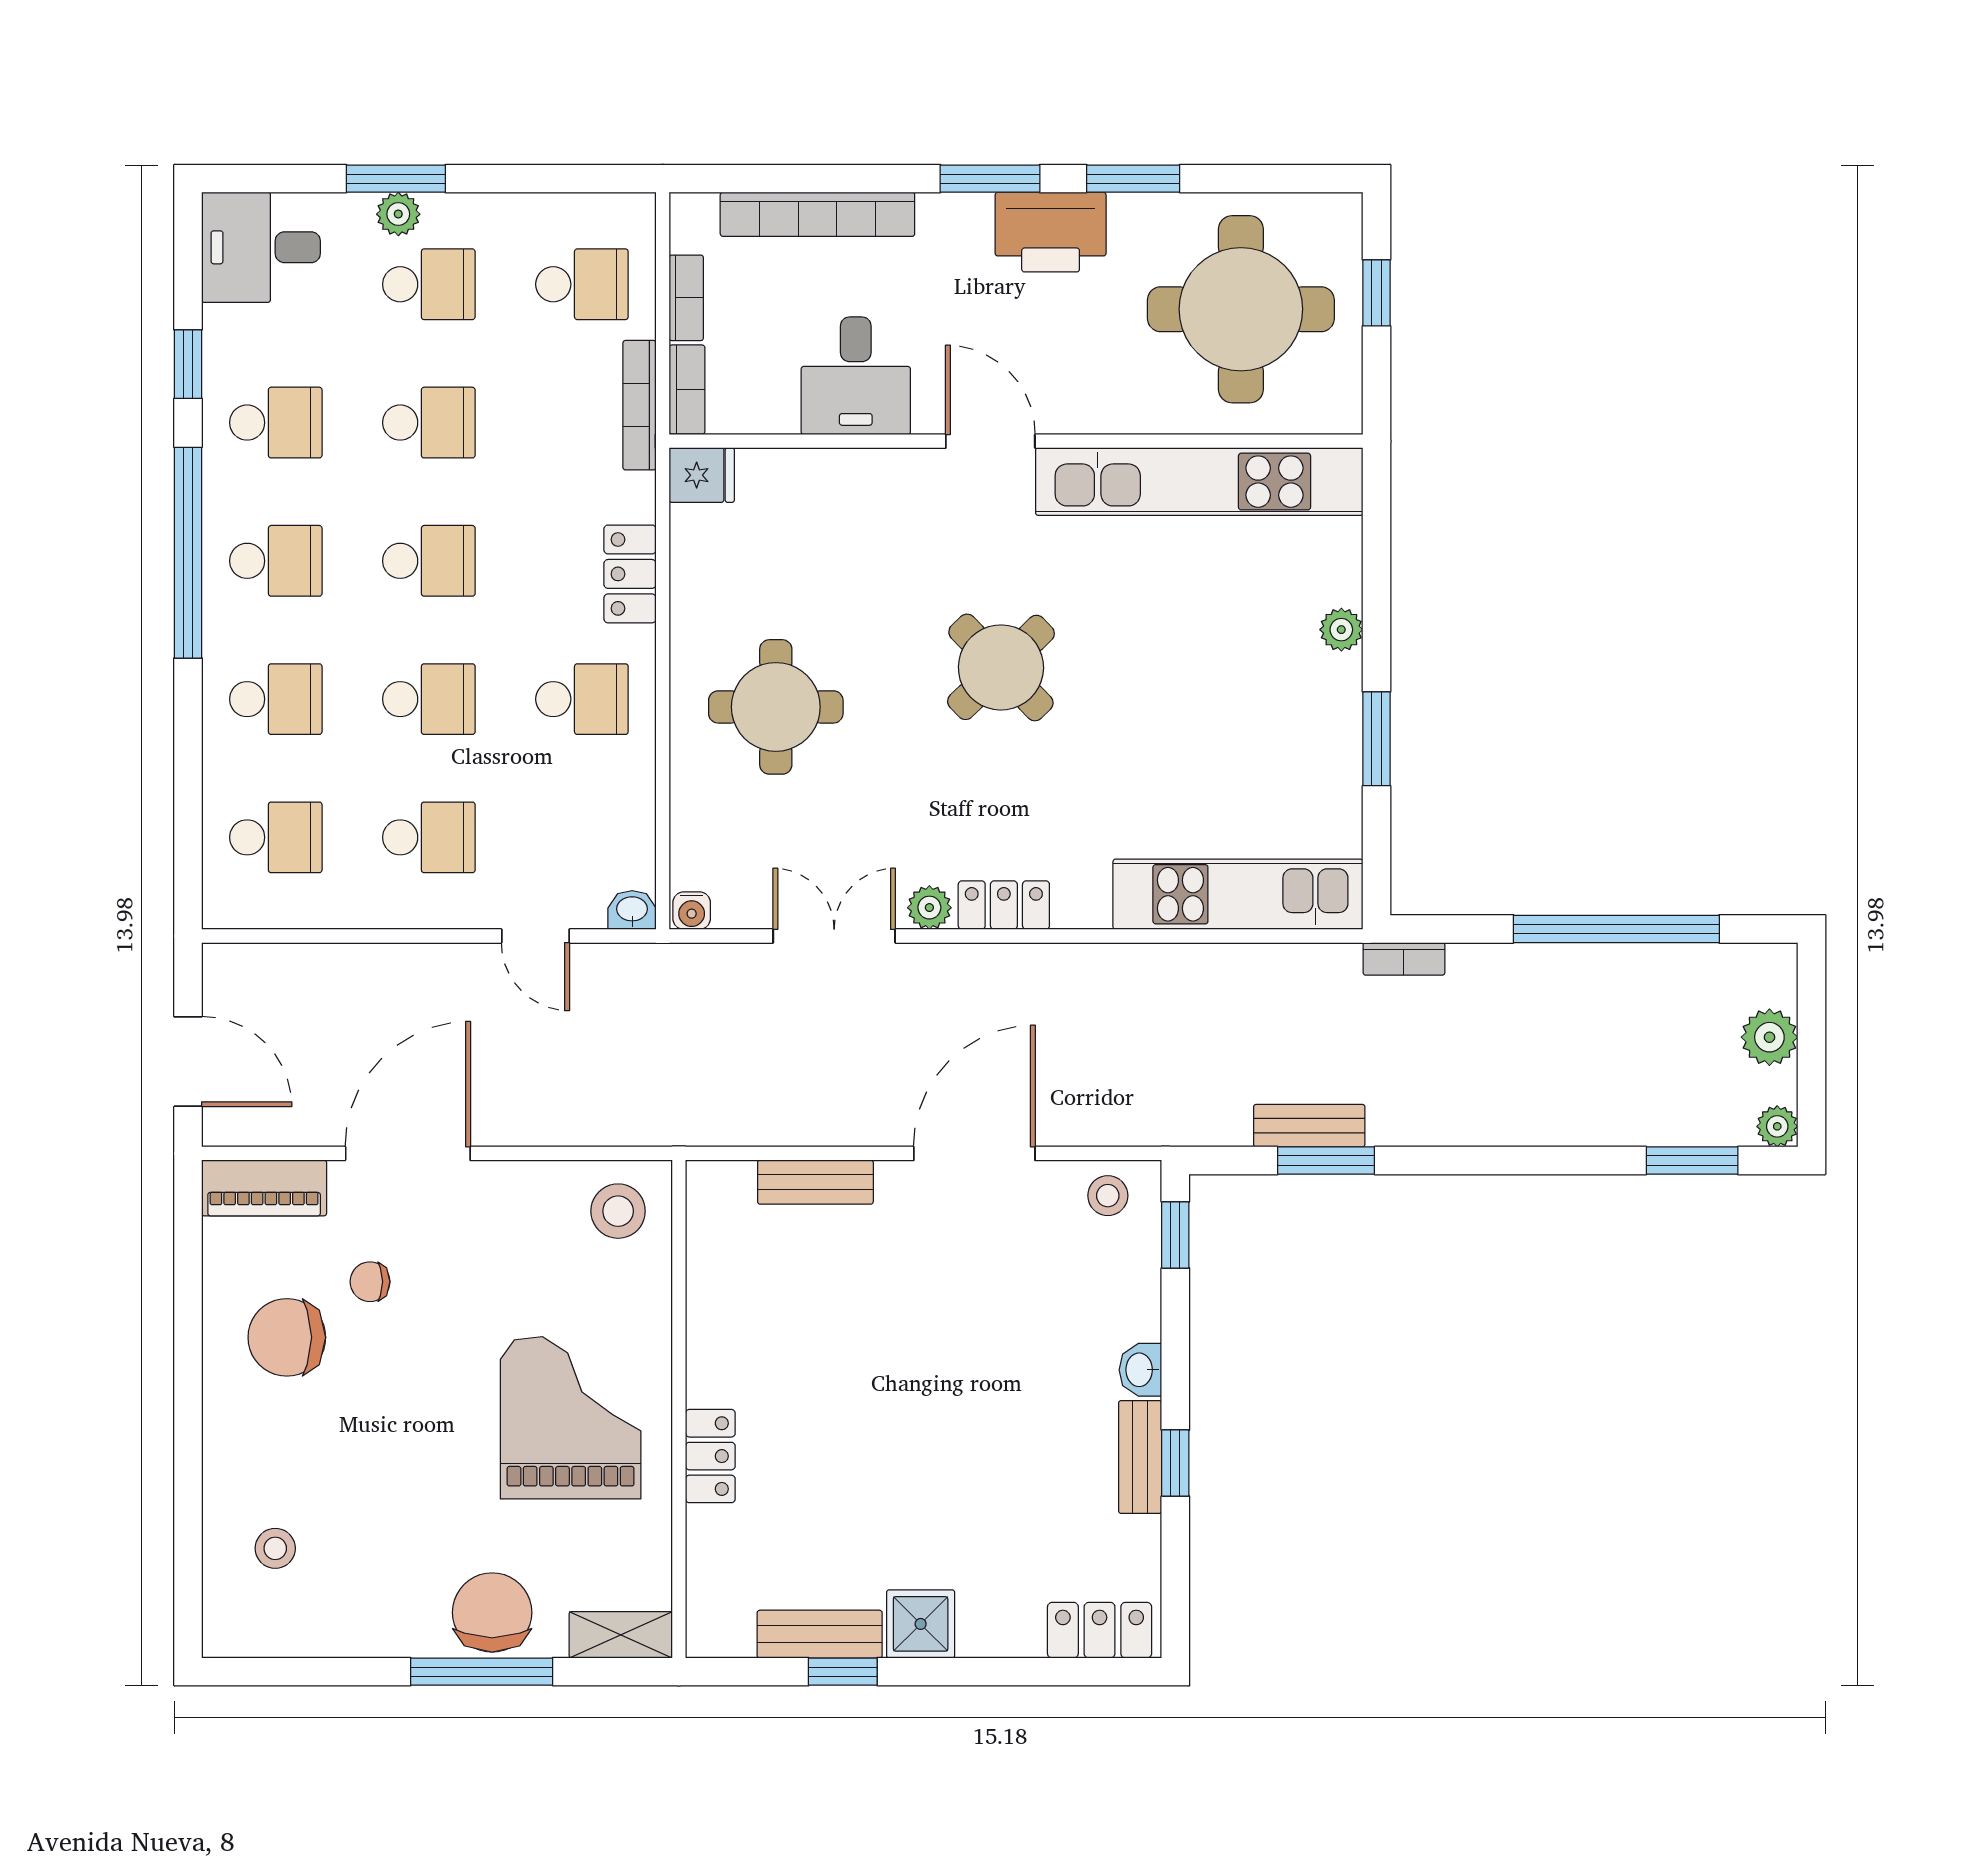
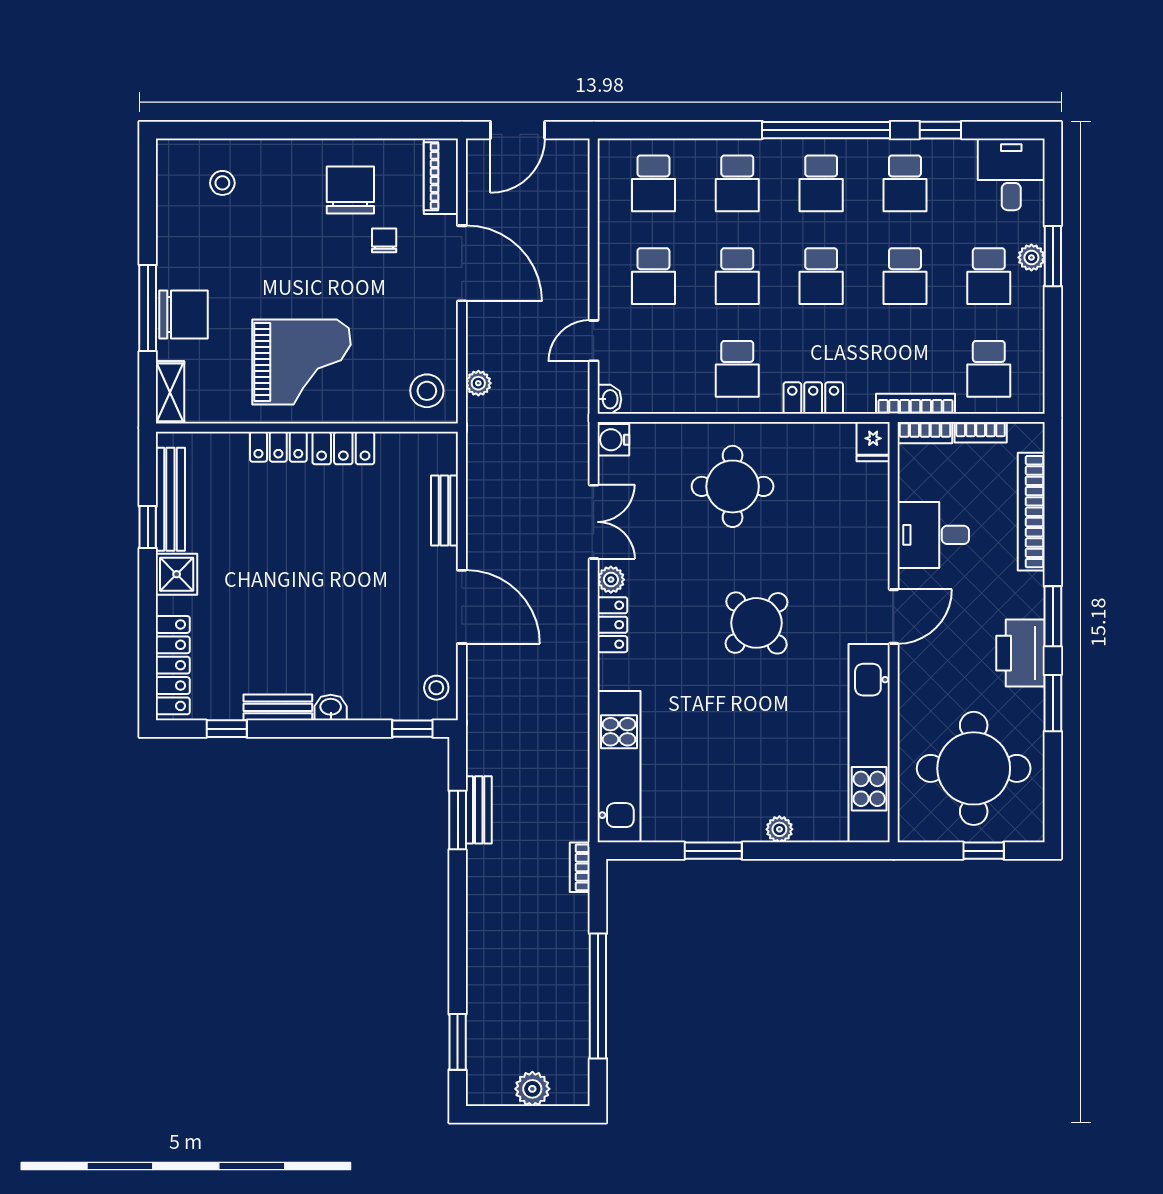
water cooler: (692, 911) -> (613, 440), width x1.38, depth x1.38
plant: (1777, 1126) -> (478, 383), moved
locker: (713, 1349) -> (343, 448), added
window: (1175, 1463) -> (227, 729), moved
locker: (1100, 1630) -> (173, 665), width x1.53
bench: (820, 1634) -> (170, 499), width x1.36

